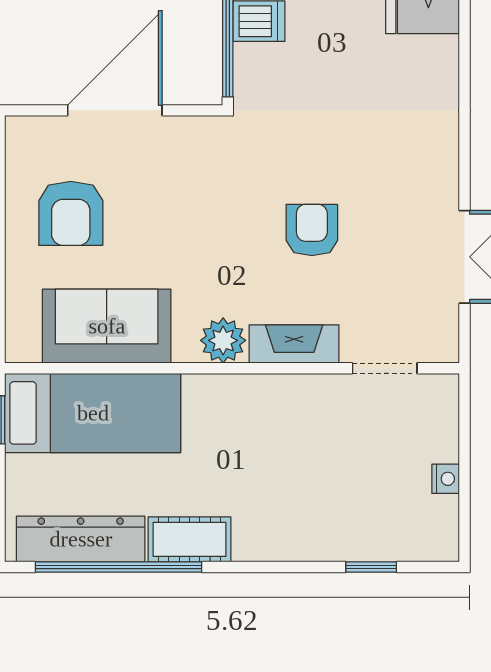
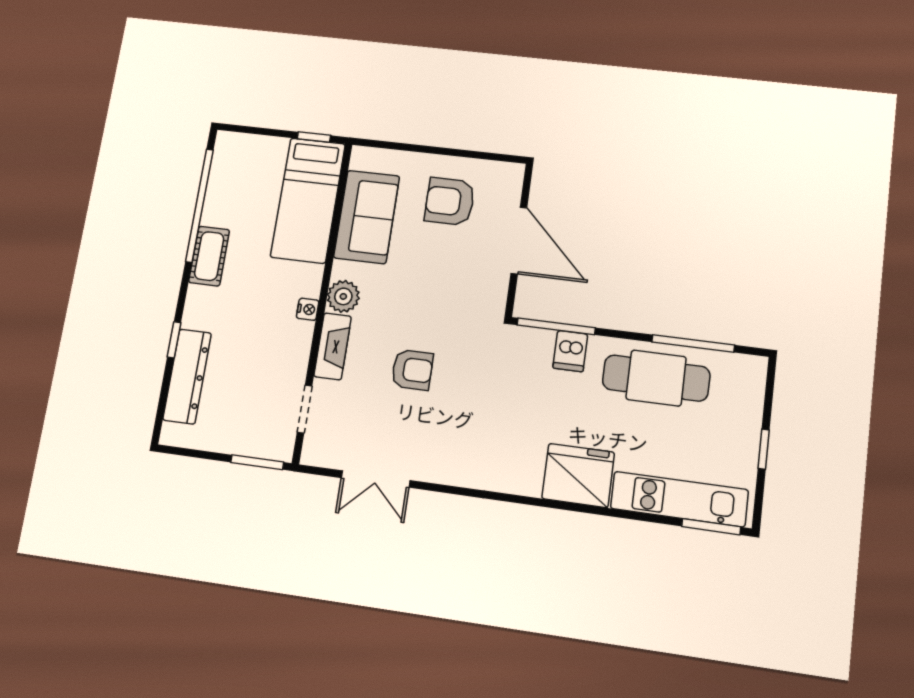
window: (464, 421) -> (257, 462), added
nightstand: (446, 479) -> (308, 309), moved, turned -90
dresser: (81, 539) -> (187, 376), moved
window: (371, 567) -> (174, 340), moved

